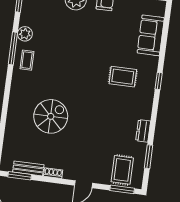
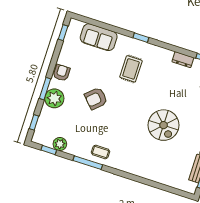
plant: (25, 34) -> (60, 144), moved
armchair: (84, 44) -> (96, 98), added
spiral stairs: (51, 116) -> (164, 125), moved, turned 180

